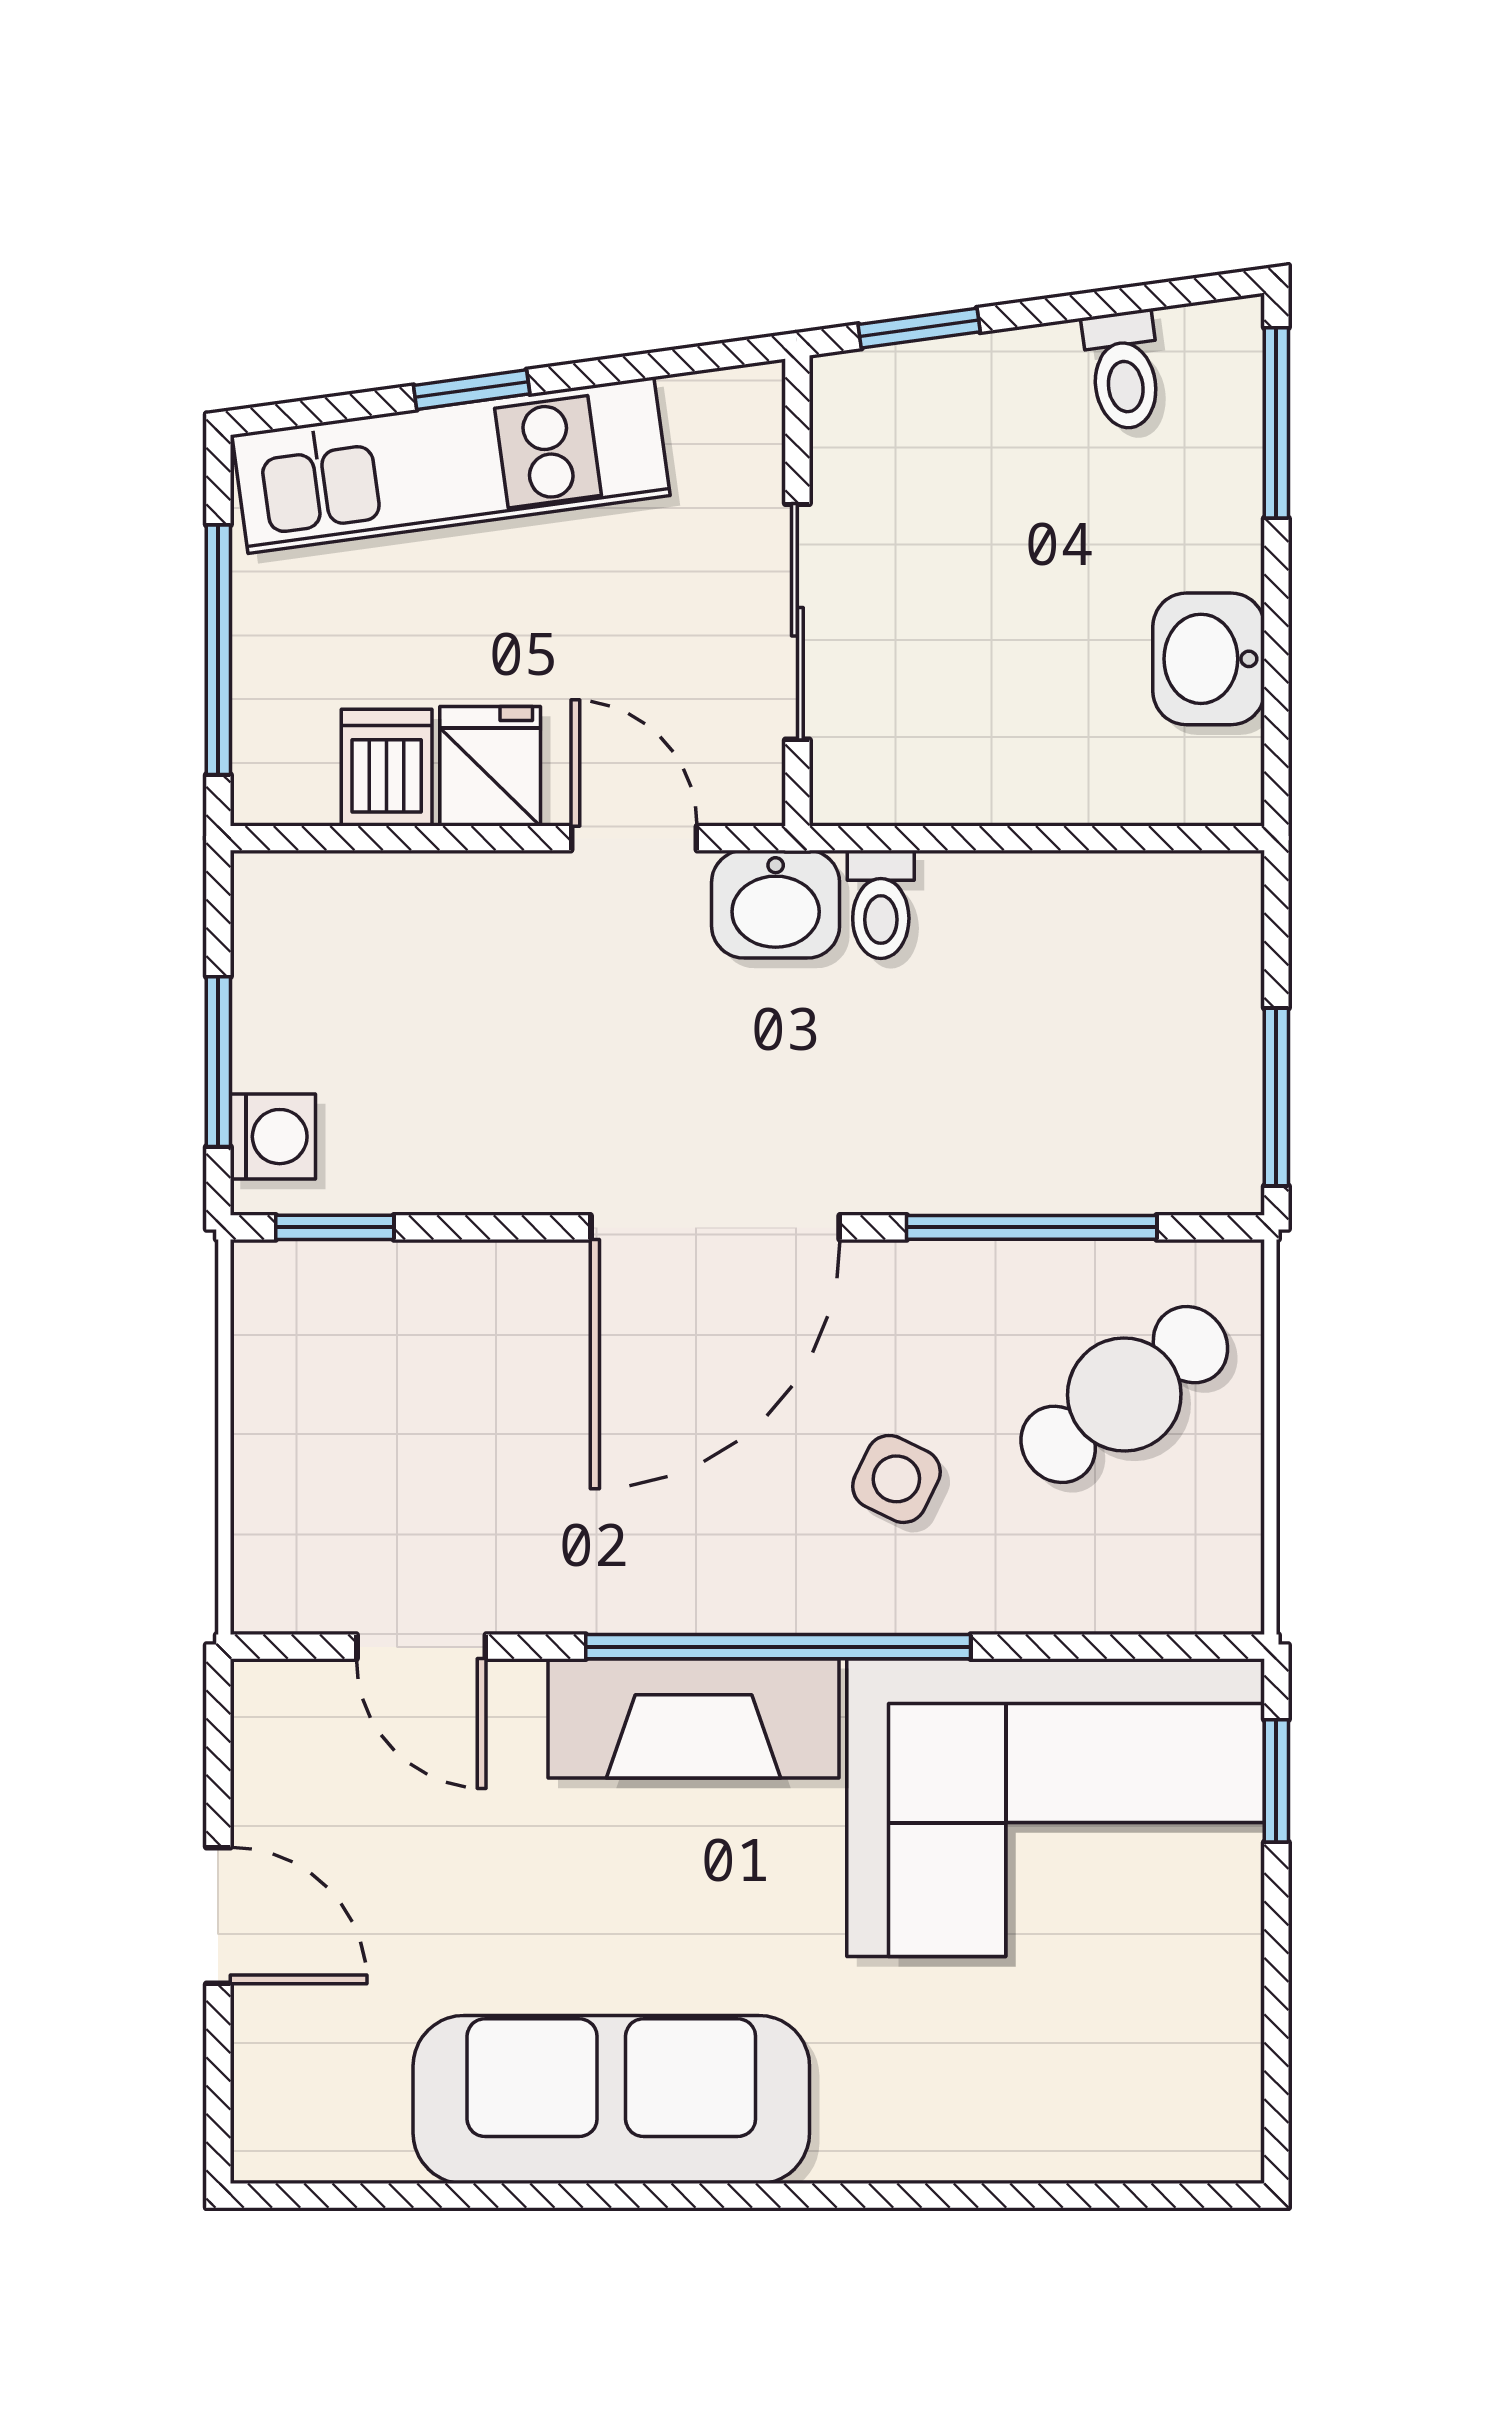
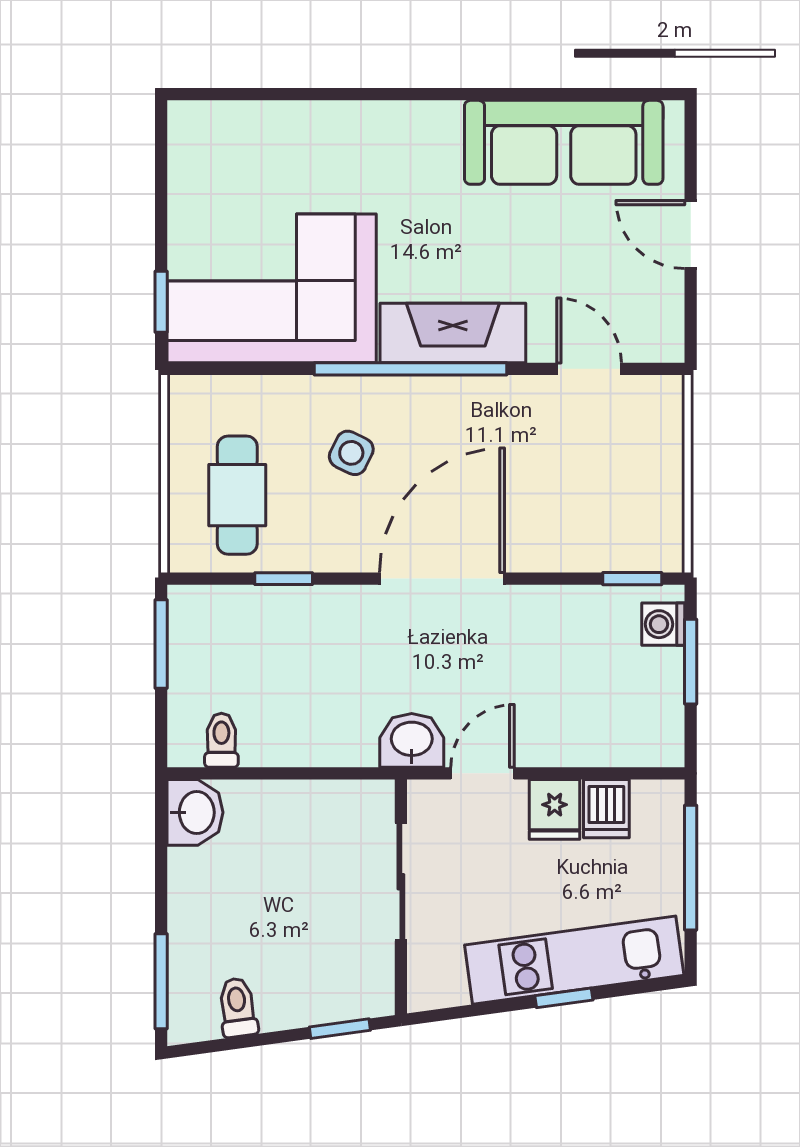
washbasin: (1209, 659) -> (195, 812), moved
door: (634, 838) -> (483, 773), swing flipped
toilet: (881, 904) -> (221, 740), moved
window: (1032, 1227) -> (284, 579), width x0.46
cafe table: (1124, 1394) -> (237, 495), turned -53
sofa: (611, 2100) -> (564, 142), moved

